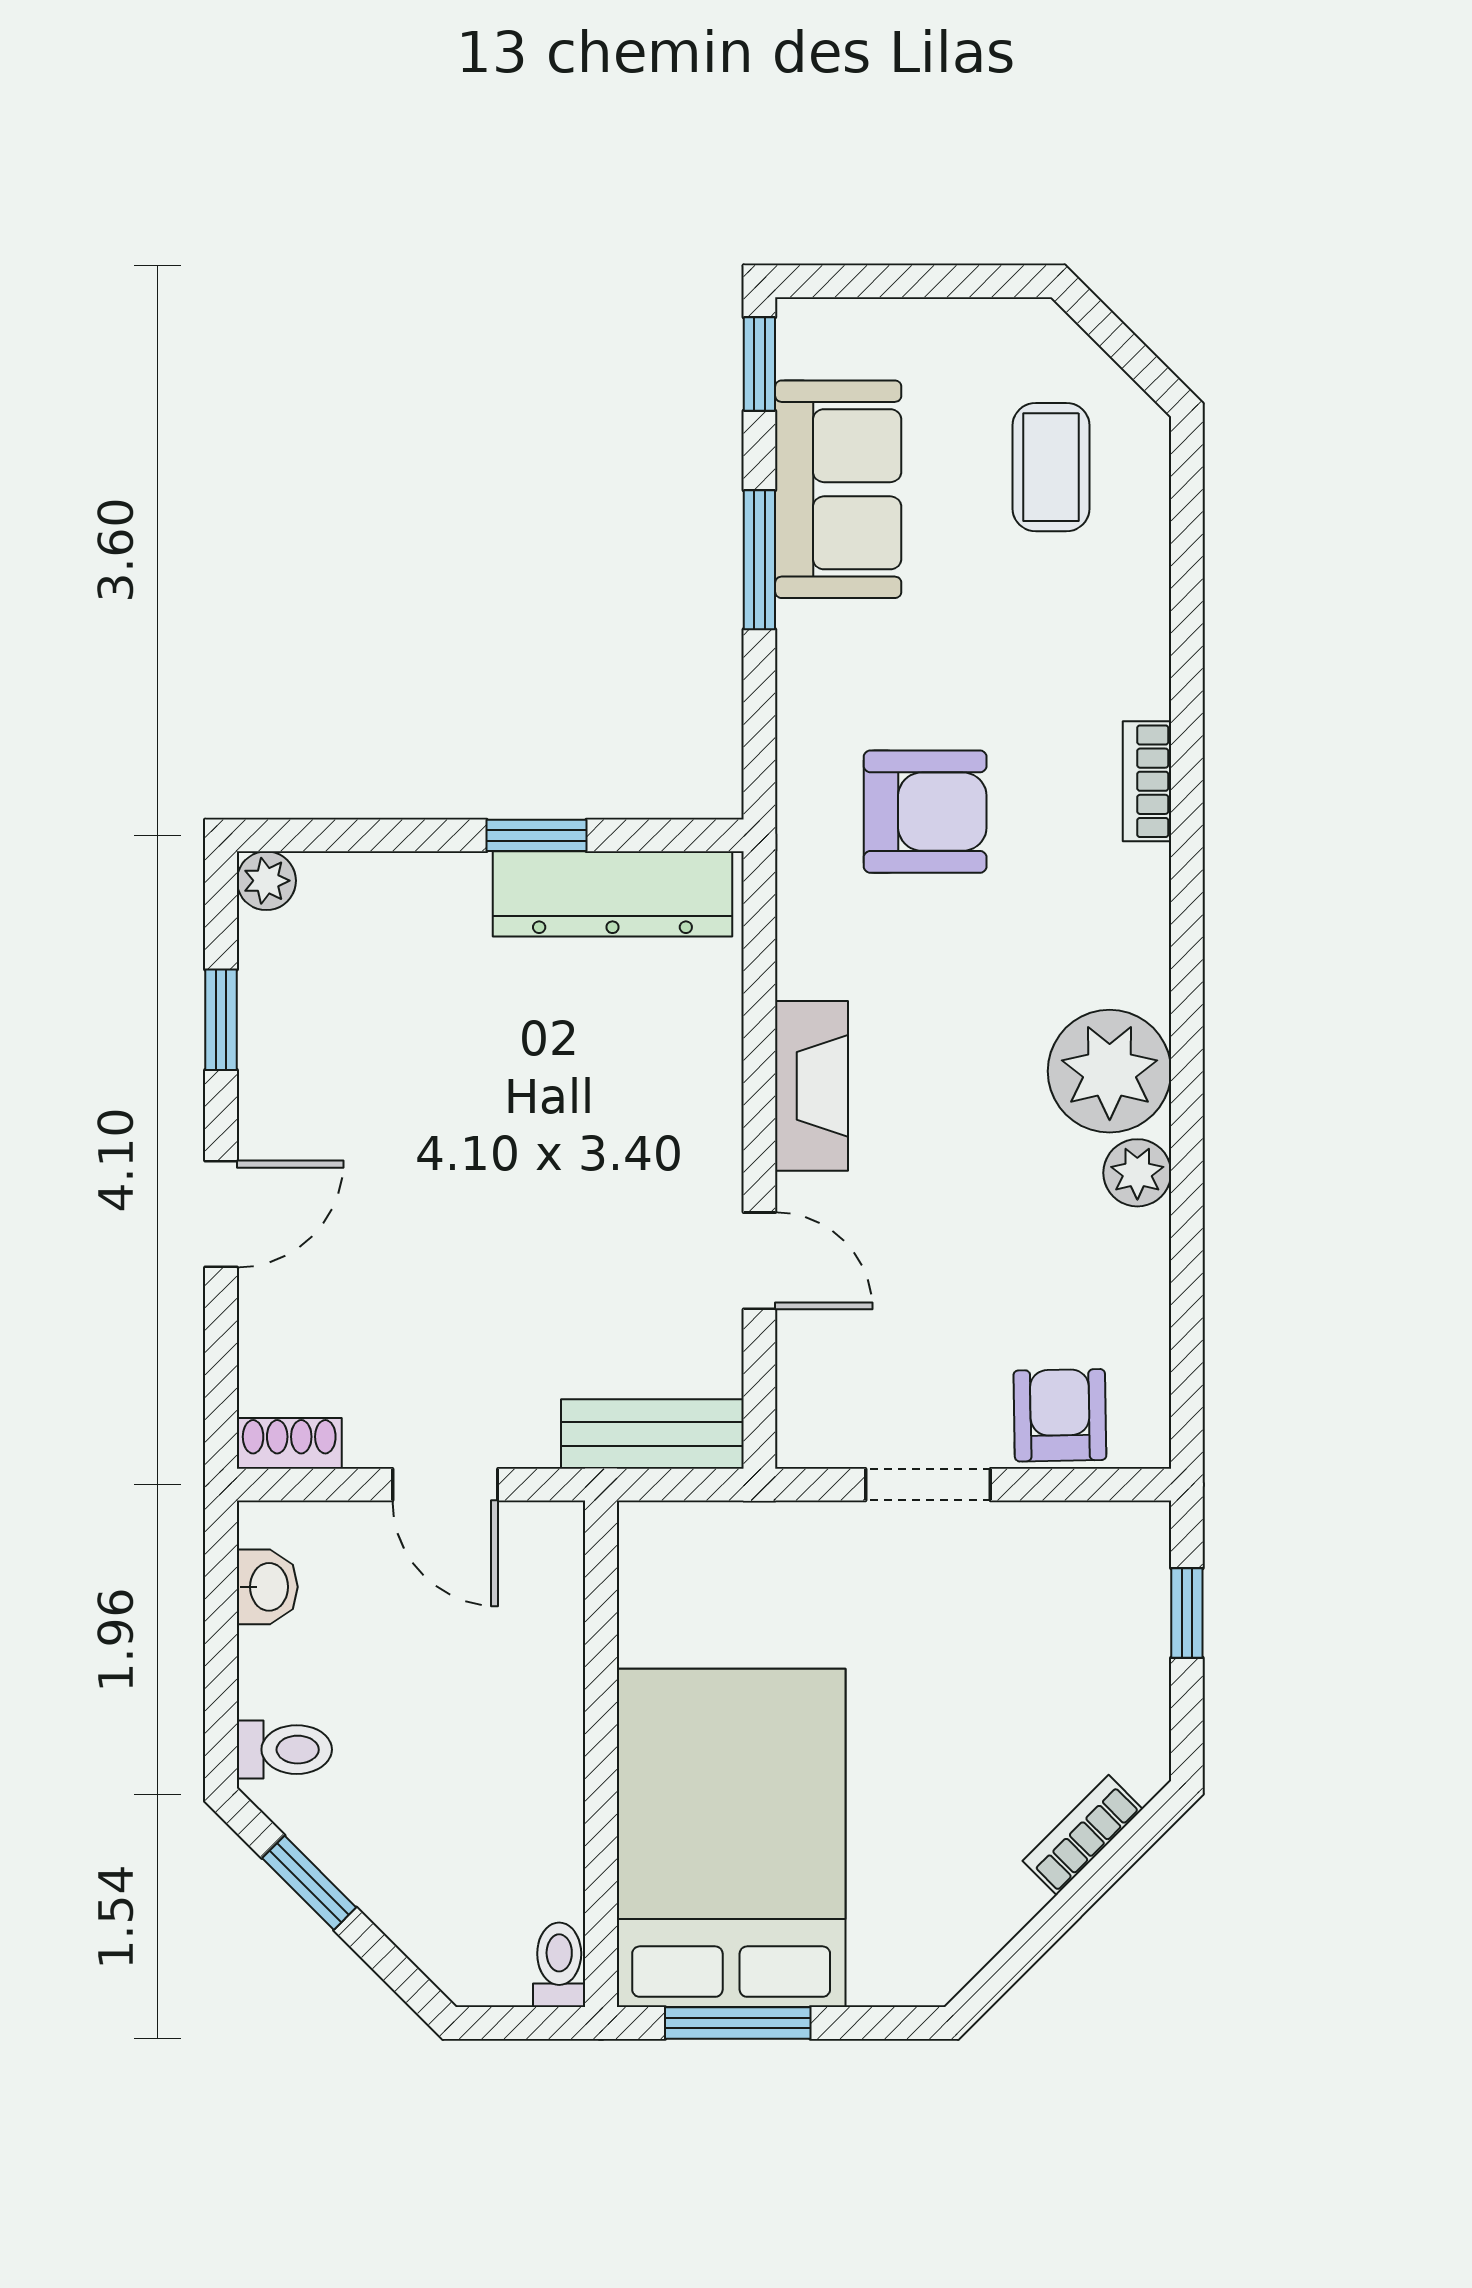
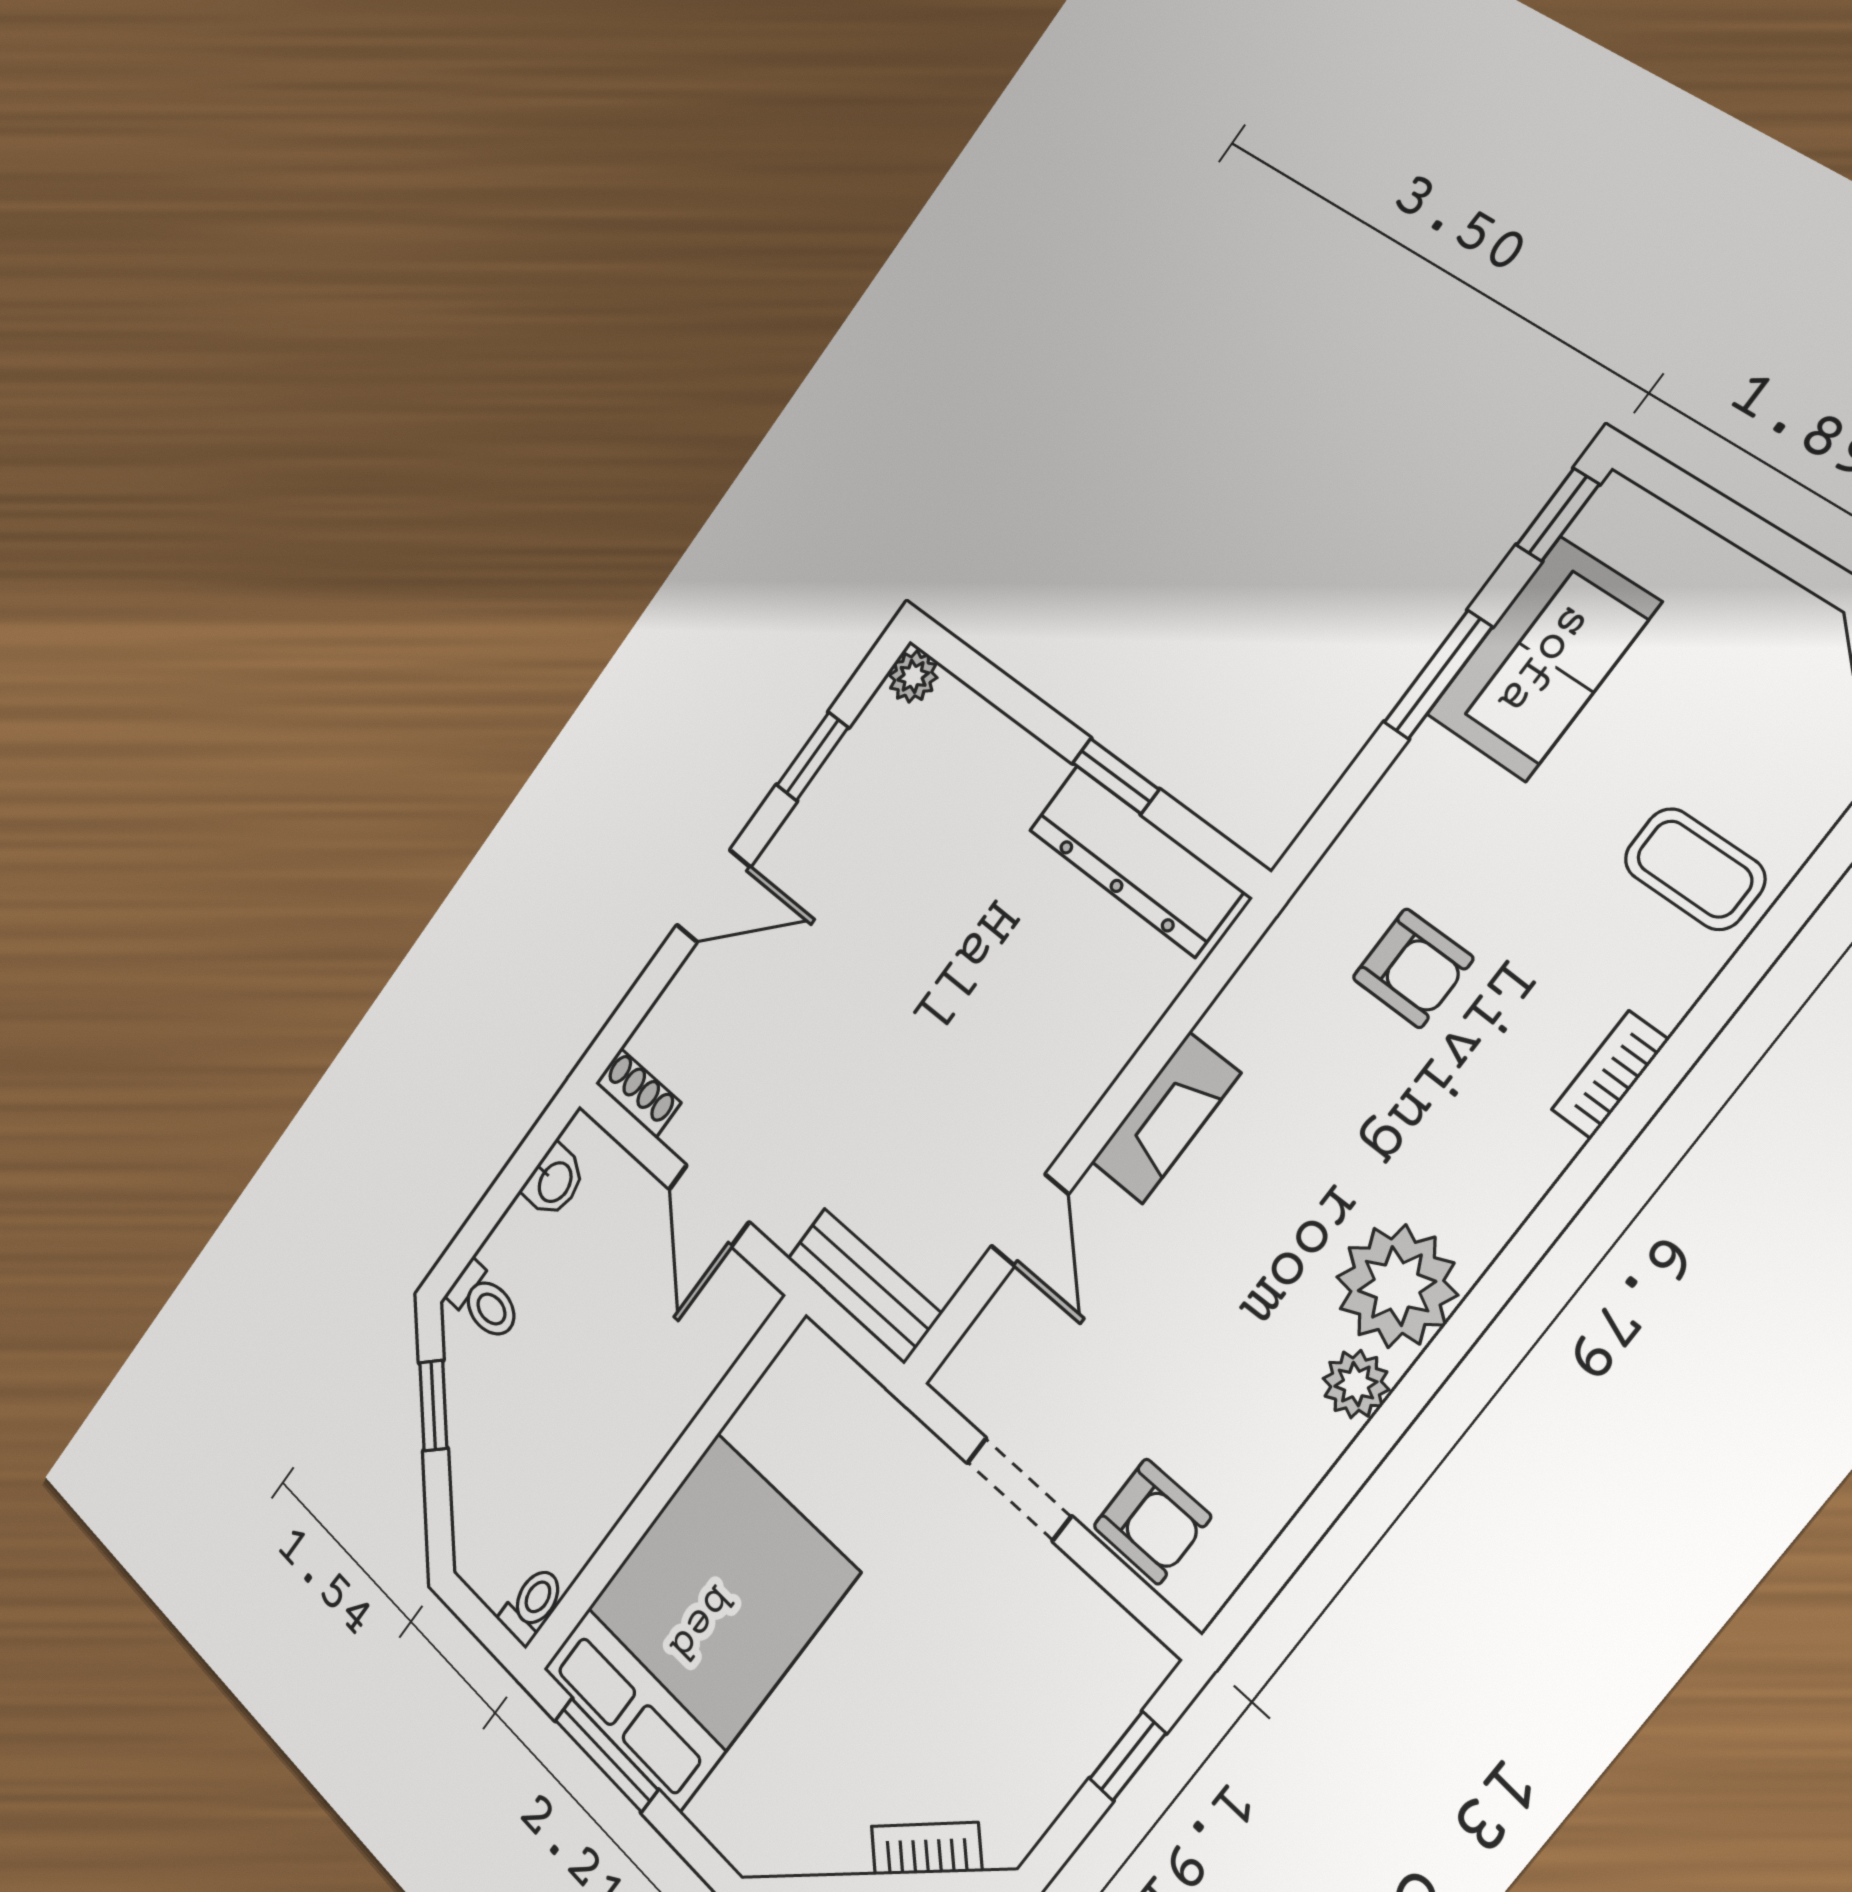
coffee table: (1051, 467) -> (1695, 869), moved, turned 90
armchair: (925, 812) -> (1413, 968), width x0.72, depth x0.72
armchair: (1060, 1415) -> (1152, 1521), turned 91

